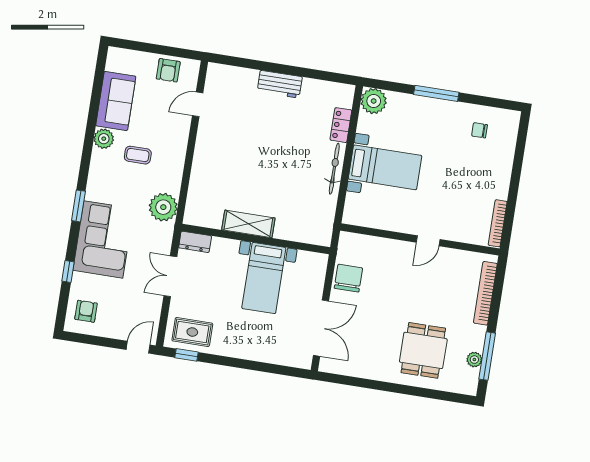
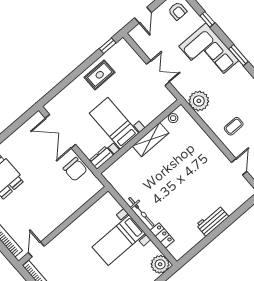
coffee table: (138, 155) -> (234, 126), moved
stool: (205, 219) -> (173, 118), added
door: (428, 241) -> (36, 249), moved
dresser: (195, 242) -> (101, 158), moved
rug: (192, 332) -> (100, 75), moved
door: (138, 347) -> (143, 15), moved

